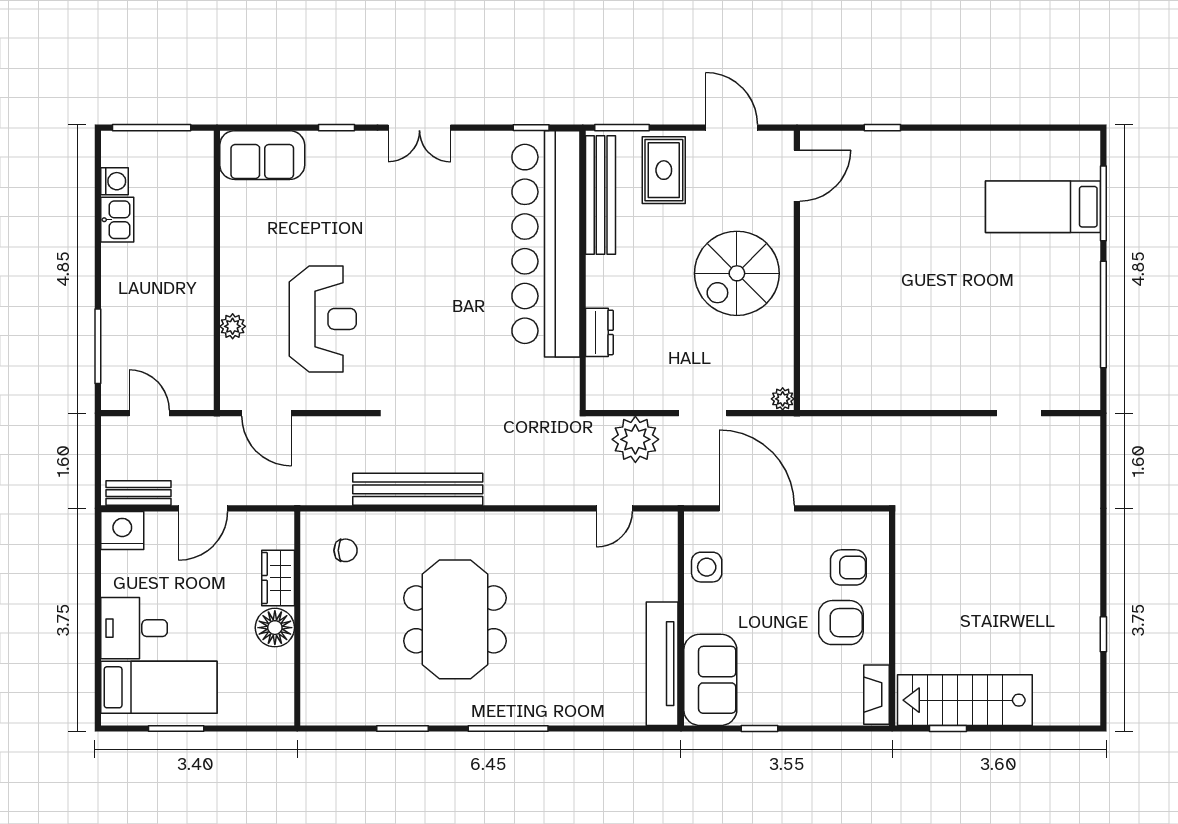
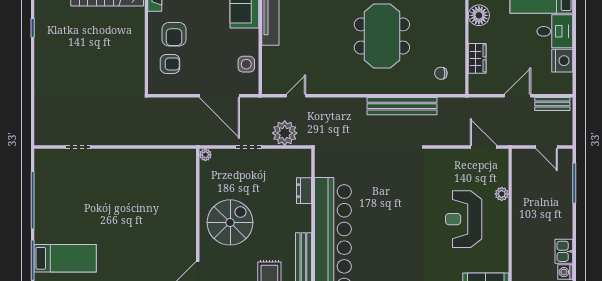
reception desk: (323, 319) -> (464, 219), moved
nightstand: (122, 531) -> (562, 61), moved, turned -90
armchair: (848, 567) -> (170, 64), turned 180
armchair: (841, 623) -> (174, 34), turned -90
floor lamp: (275, 628) -> (479, 15), moved

